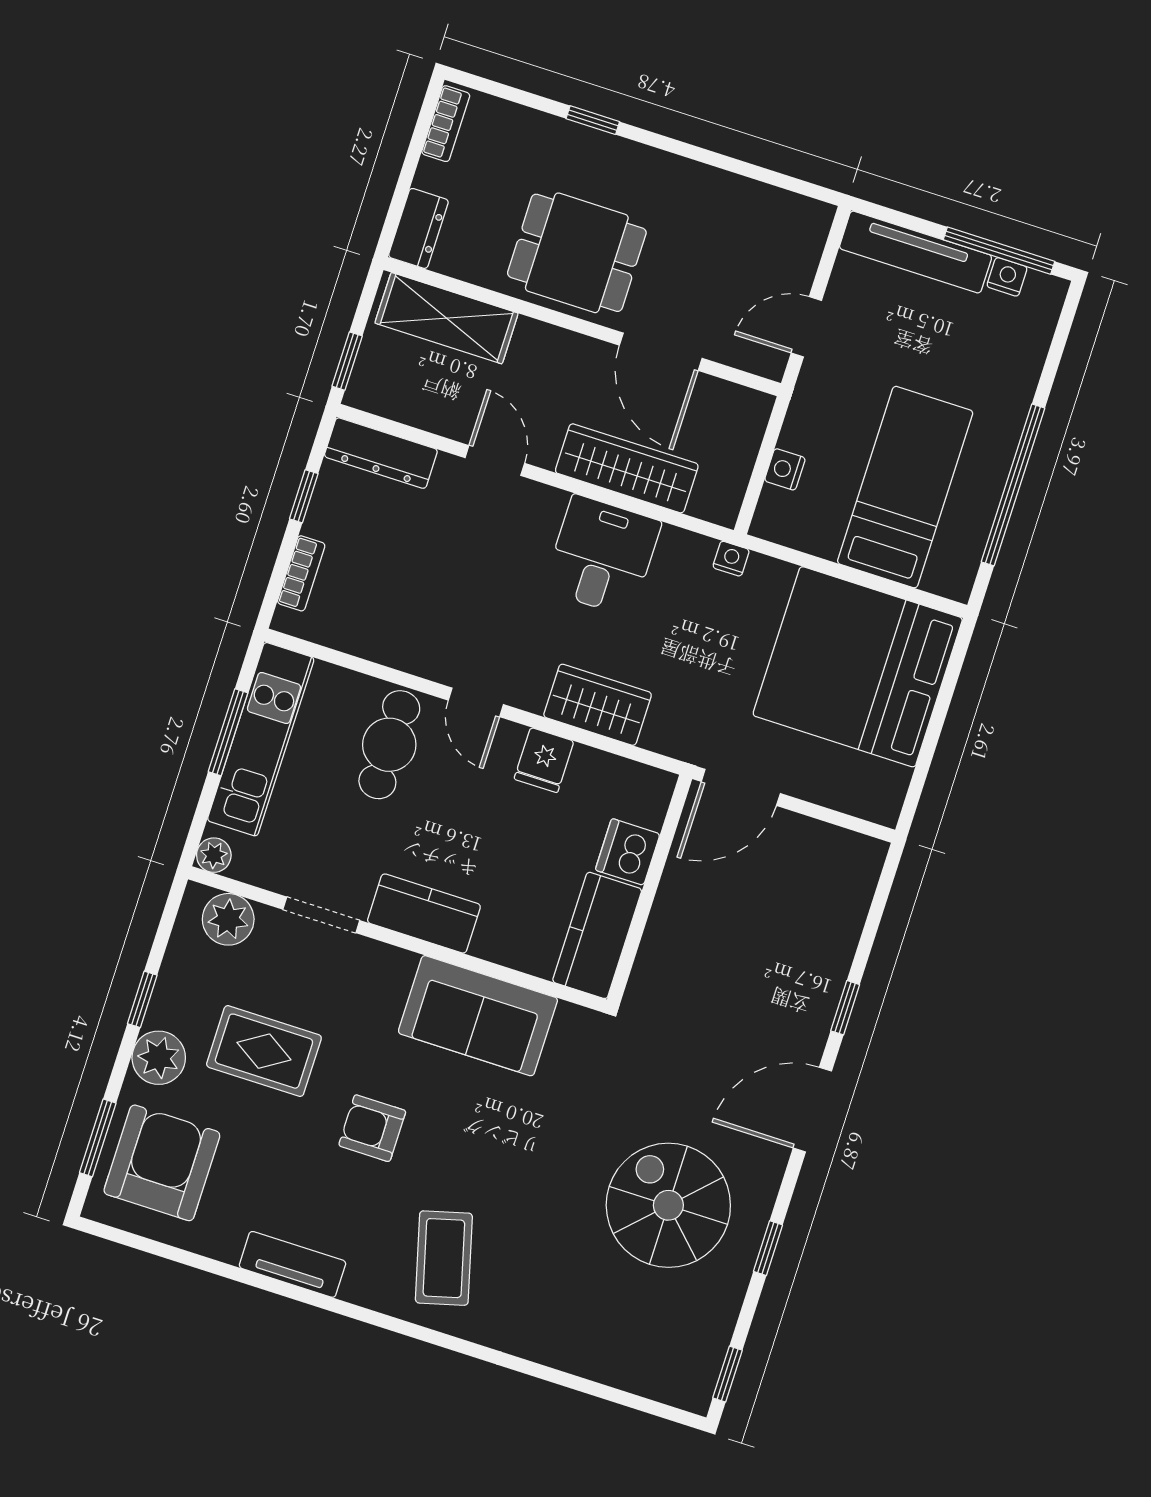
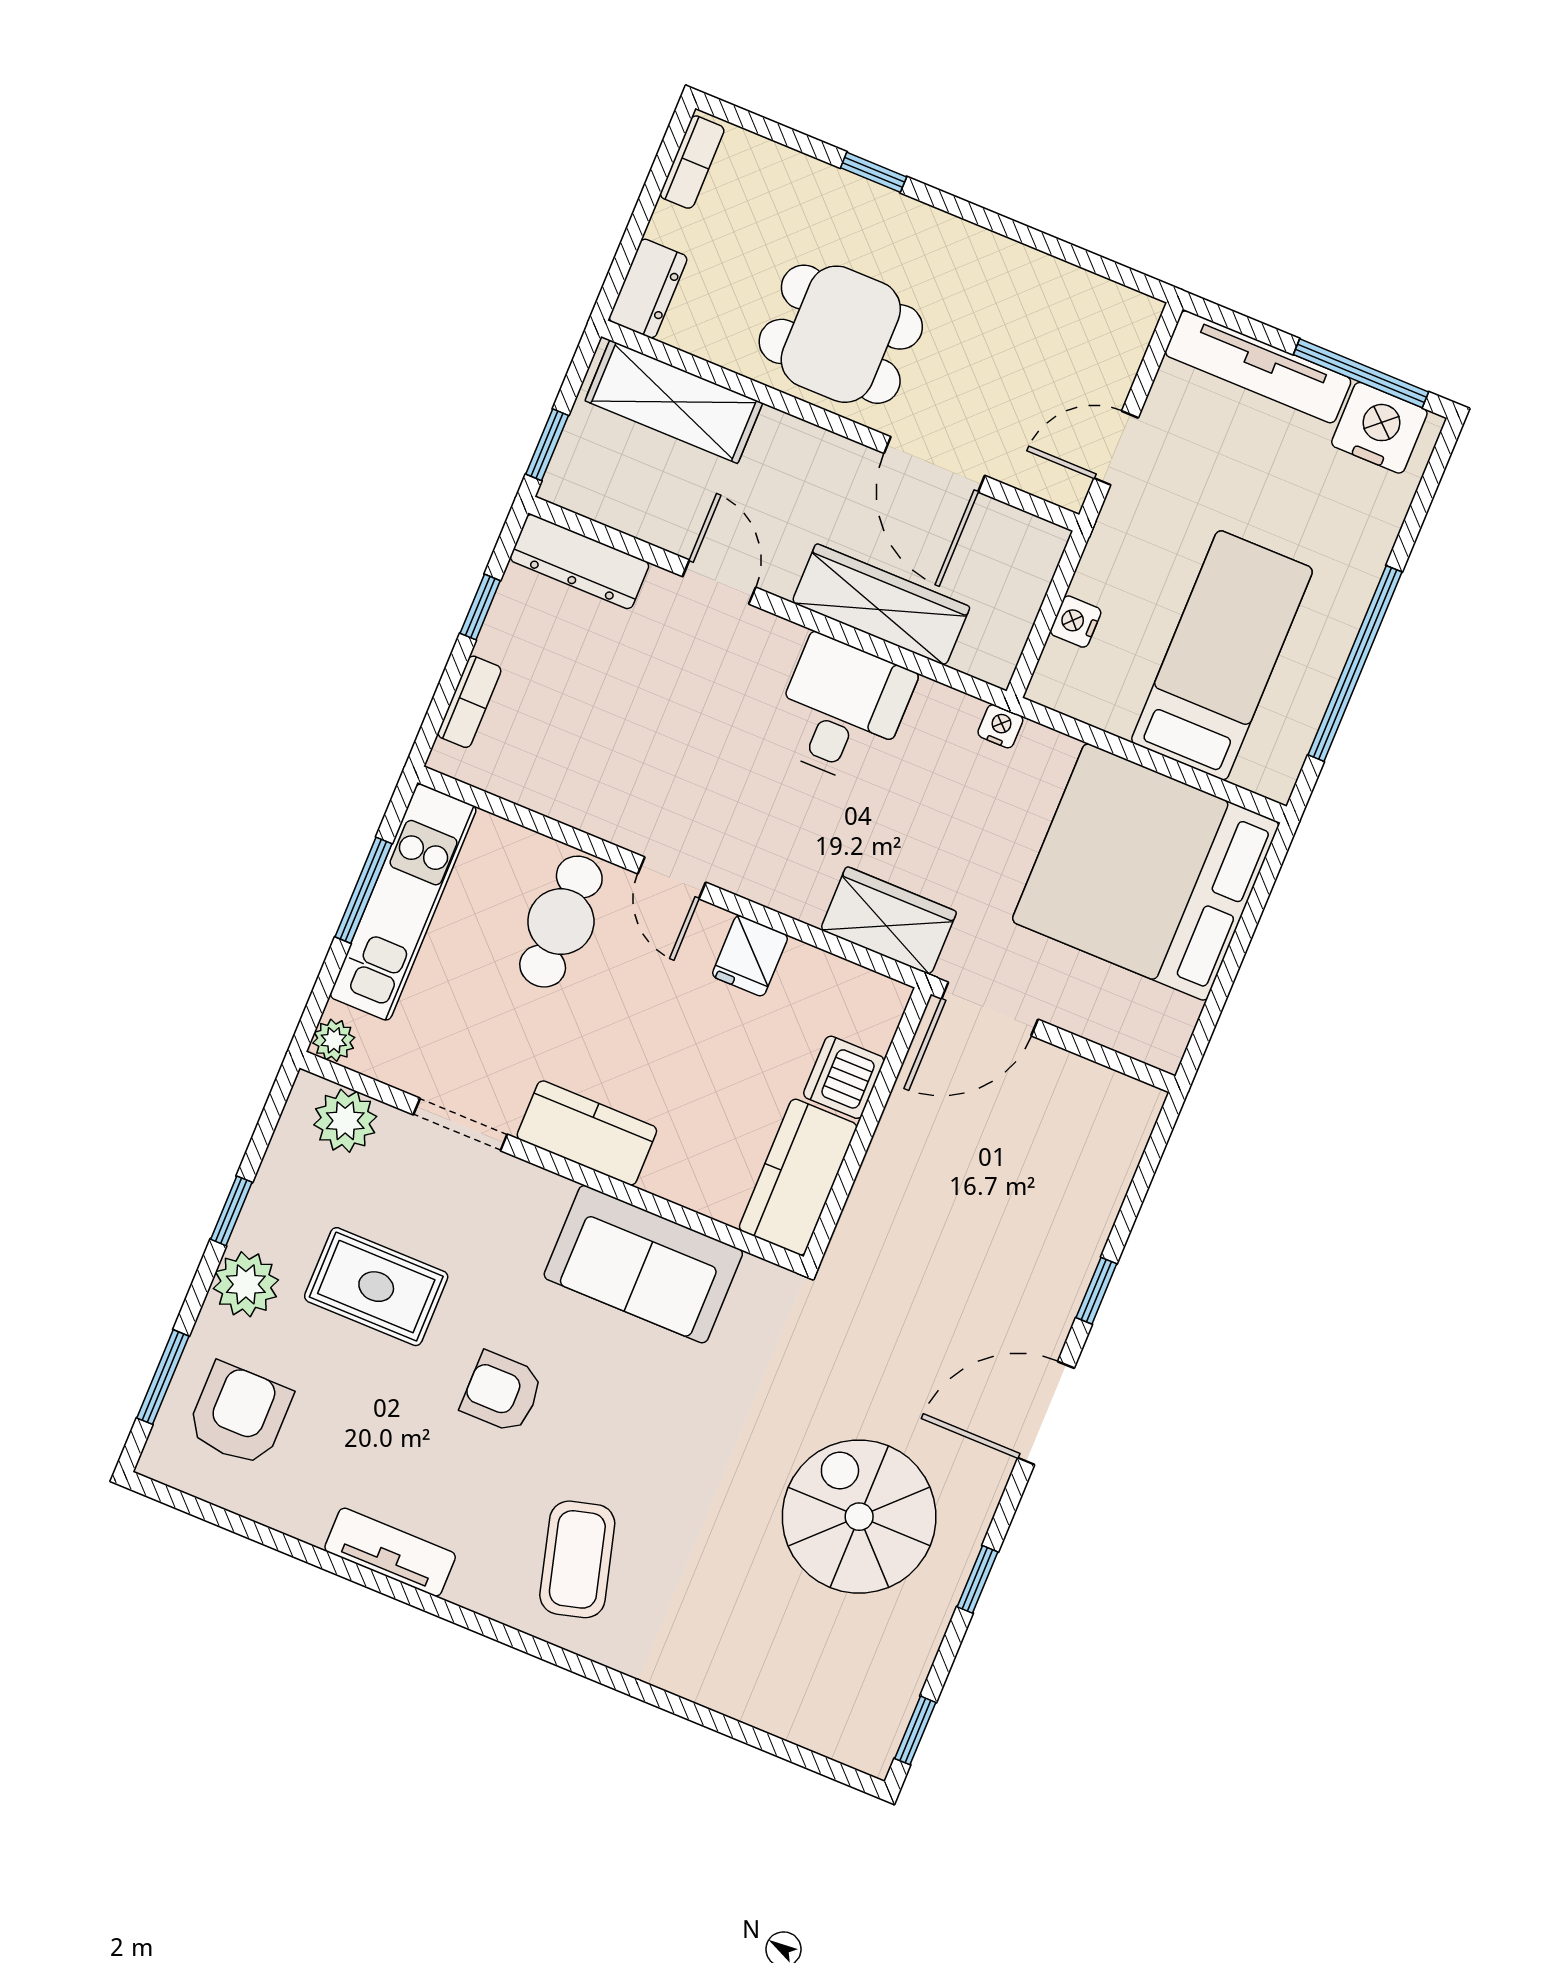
nightstand: (1007, 277) -> (1379, 428), width x1.89, depth x1.79
wardrobe: (598, 705) -> (889, 921), moved
armchair: (162, 1163) -> (239, 1414), width x0.73, depth x0.73

